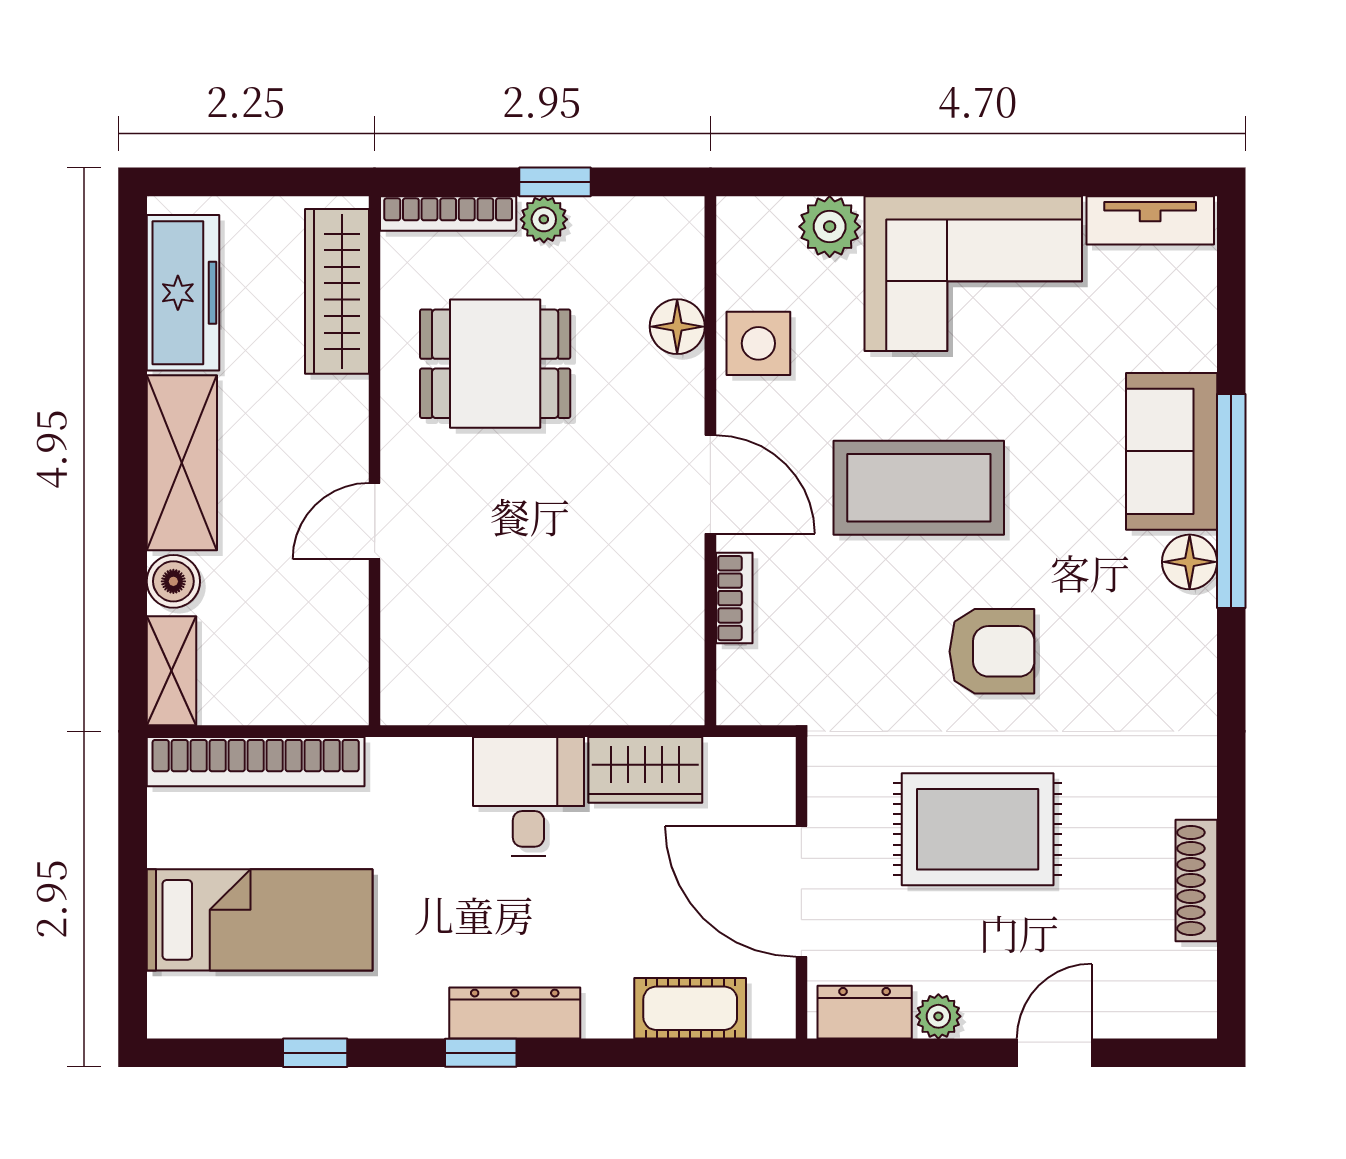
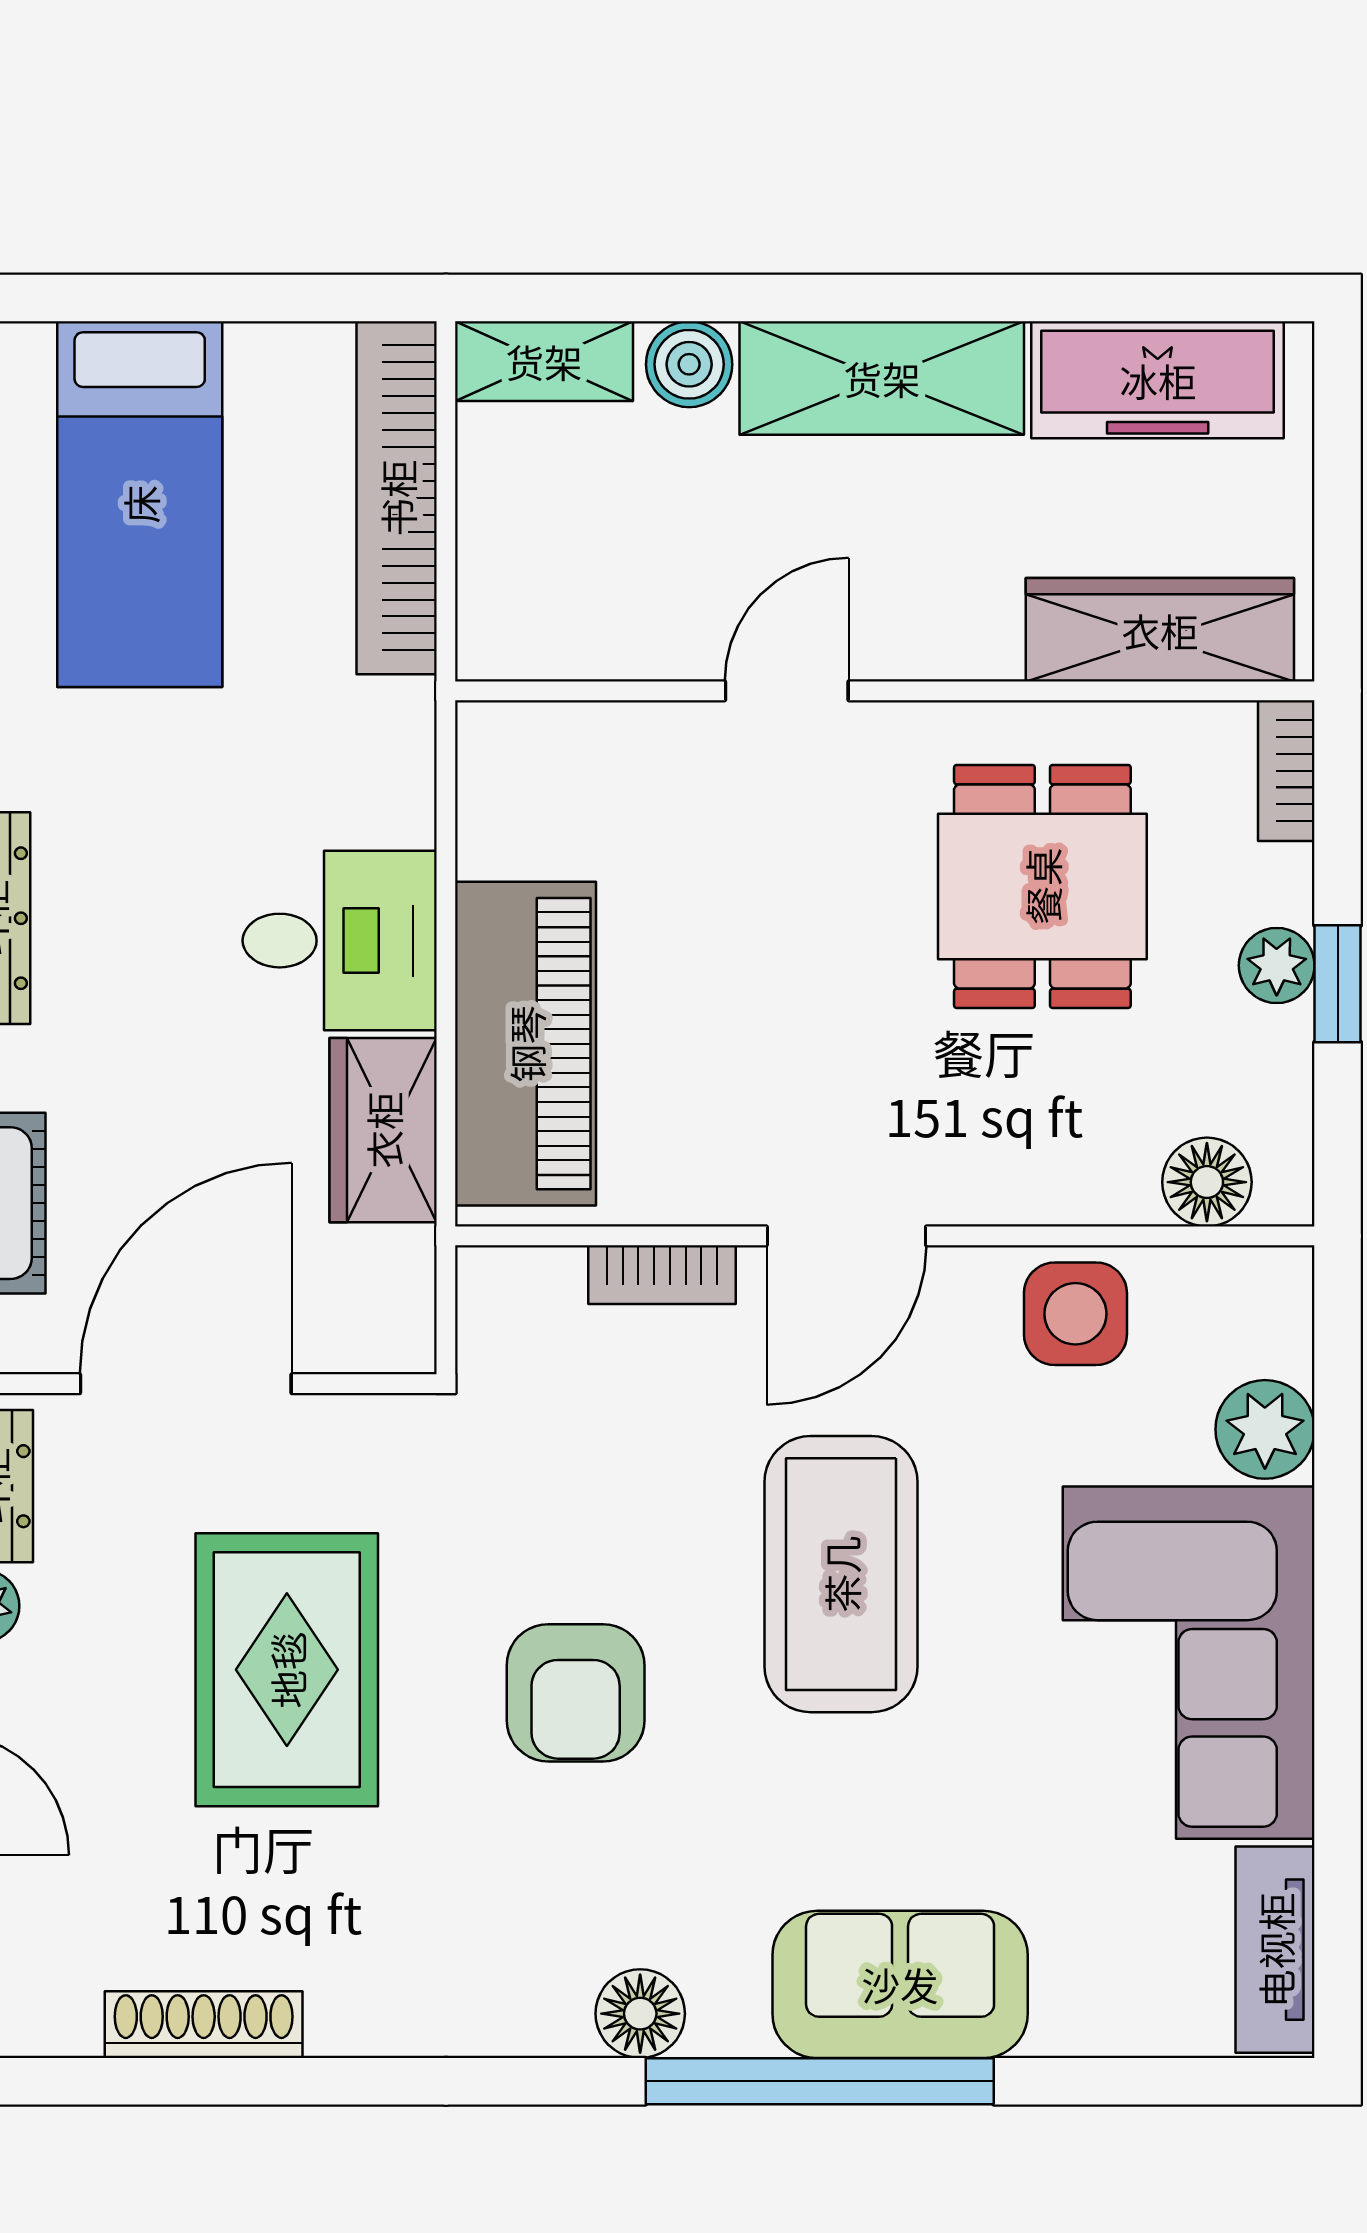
bookcase: (448, 213) -> (1286, 771), width x0.64
floor lamp: (677, 327) -> (1207, 1182), moved
door: (375, 521) -> (787, 691), hinge flipped
floor lamp: (1190, 562) -> (640, 2014), moved
piano: (592, 682) -> (526, 1044), added

